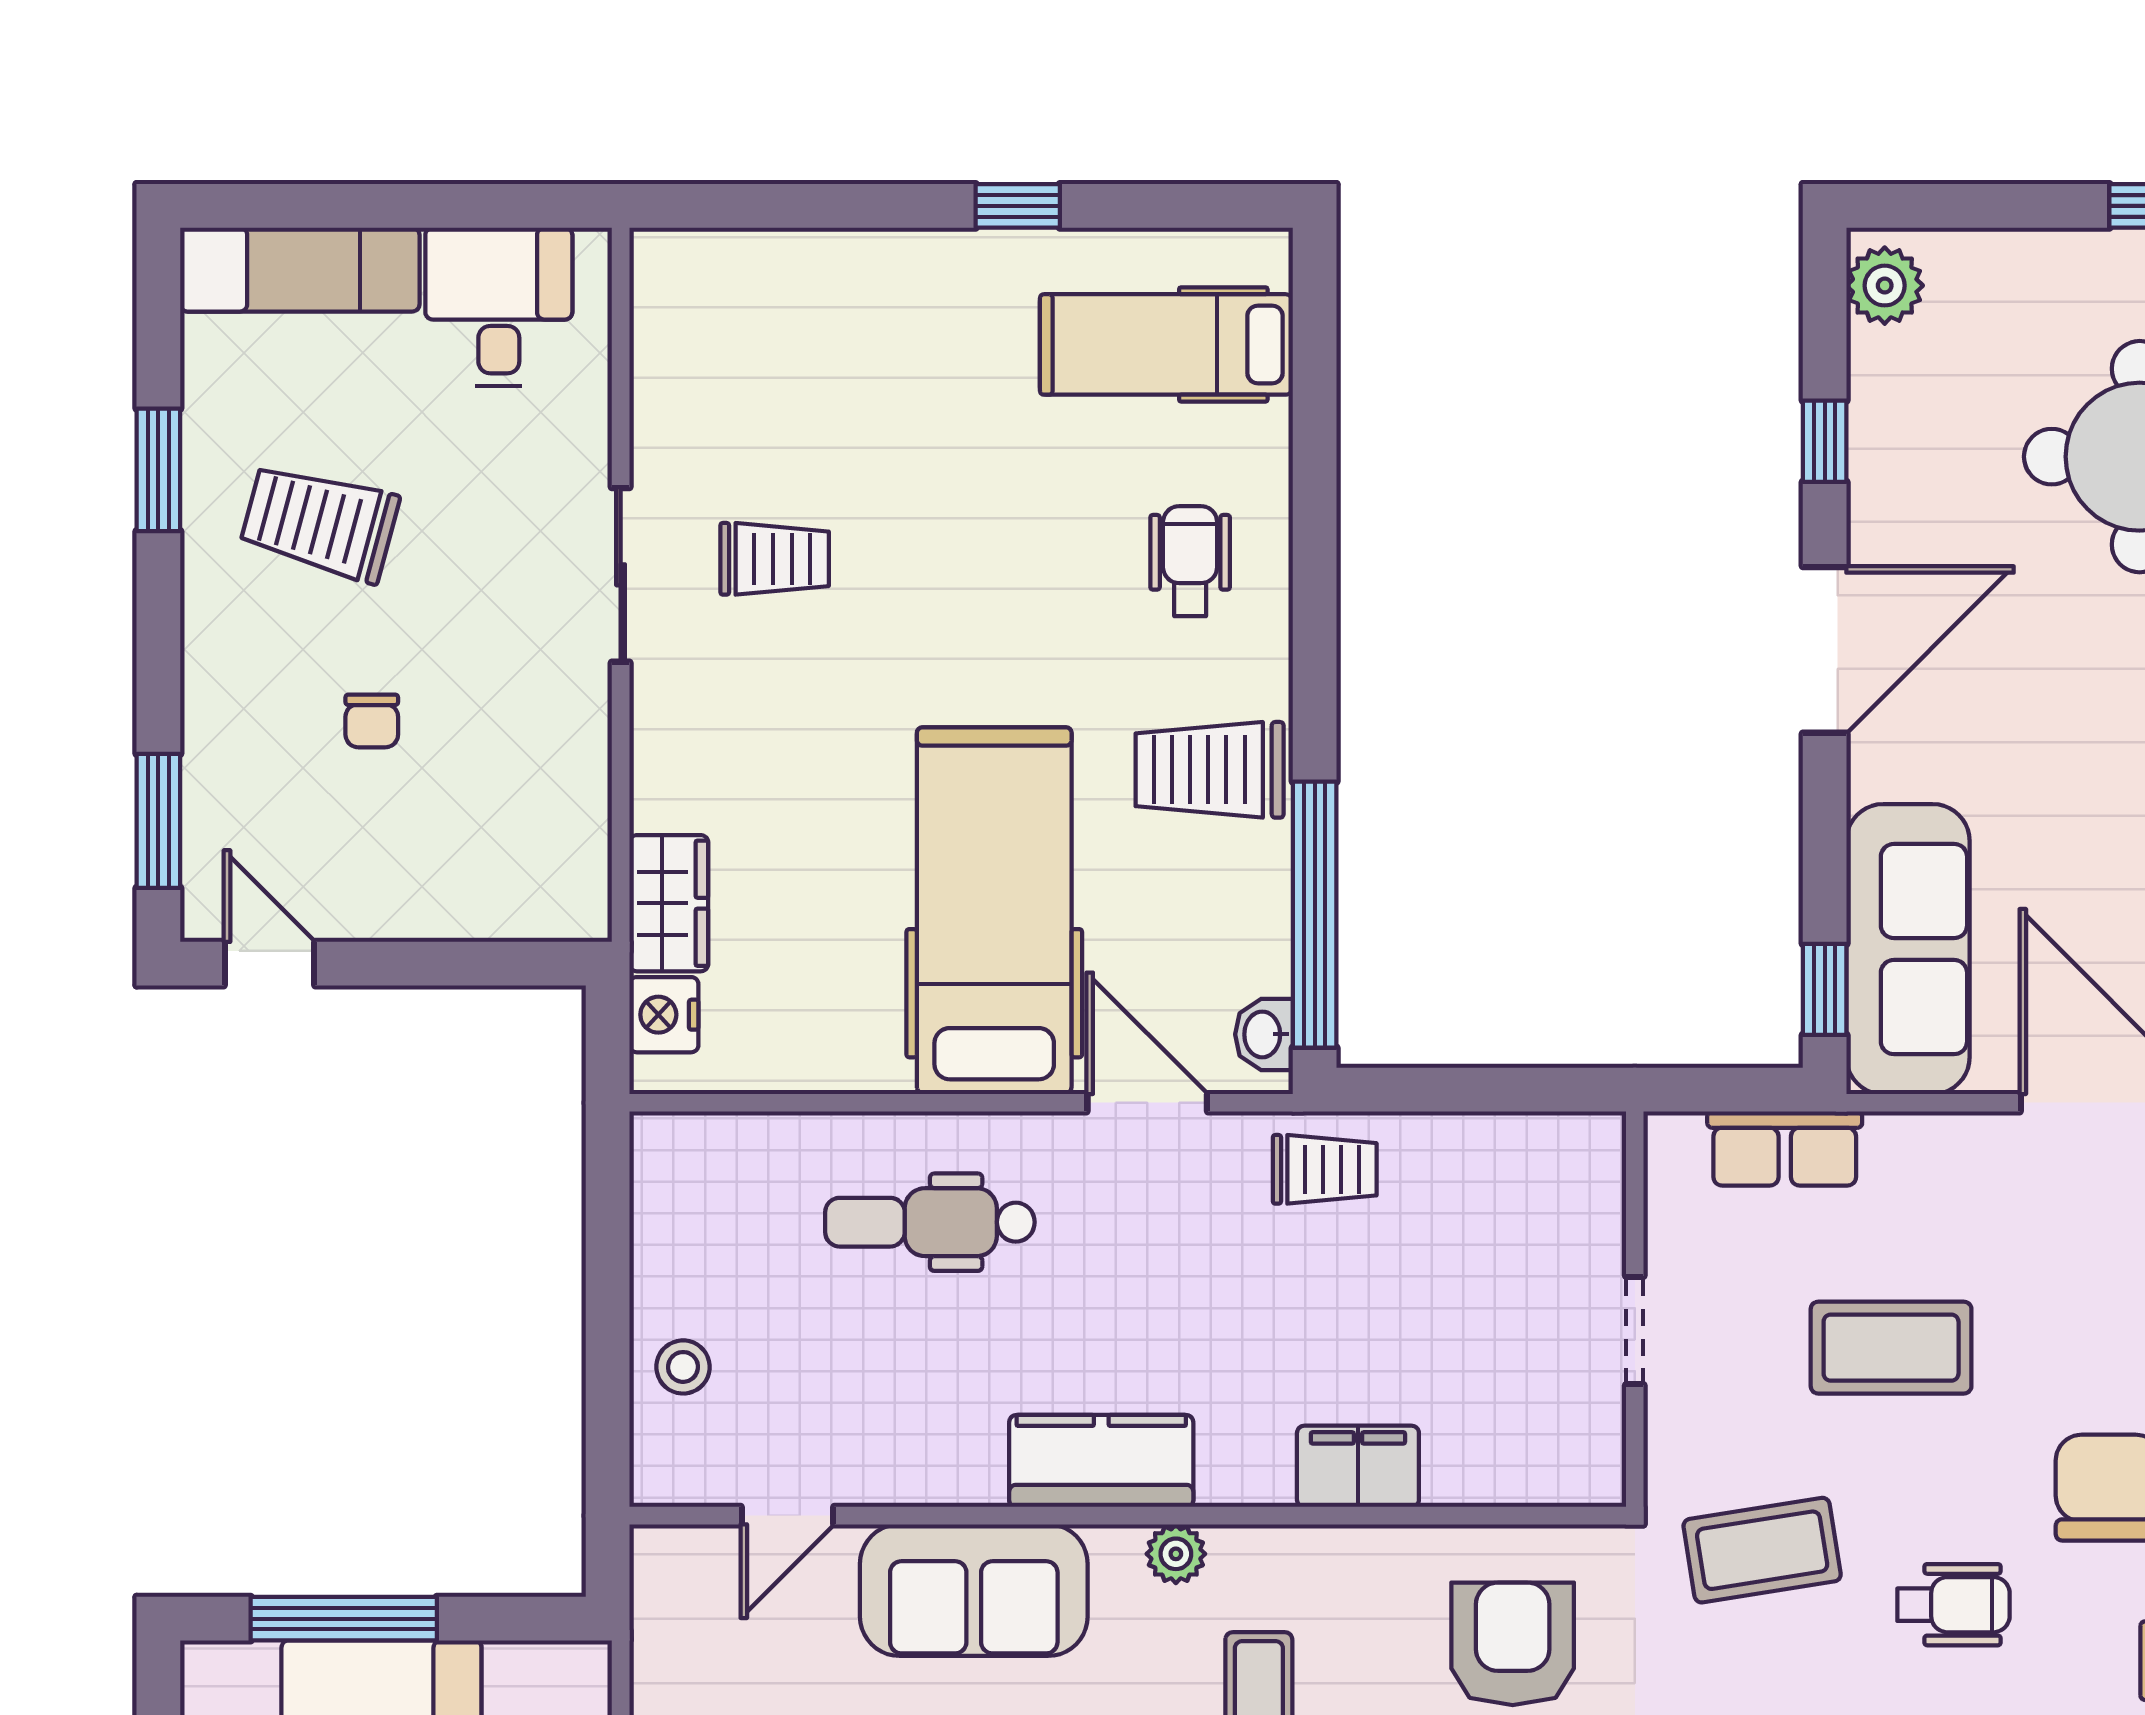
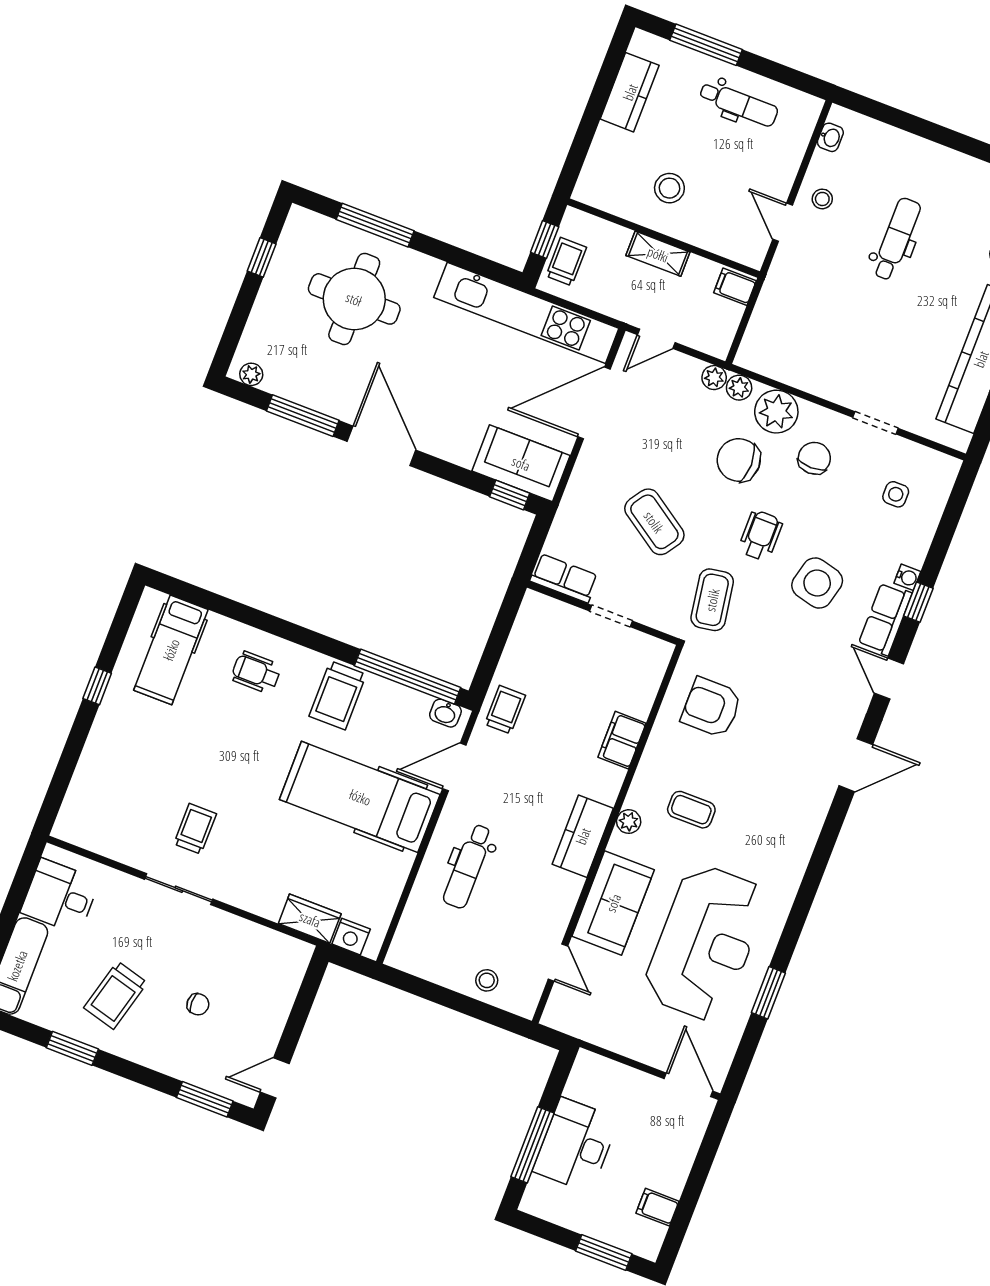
plant: (1885, 286) -> (251, 374), width x0.73, depth x0.73
window: (1825, 441) -> (303, 416), width x2.17
sofa: (1908, 949) -> (521, 463), width x0.73
row of seats: (1785, 1149) -> (564, 578), moved, turned -90
coffee table: (1891, 1348) -> (654, 522), turned -56

